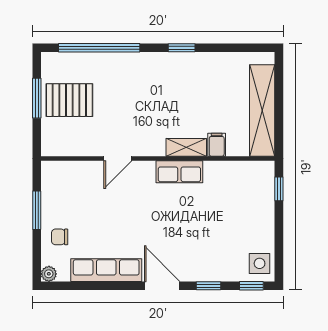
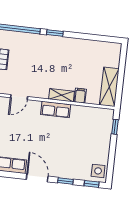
window: (182, 48) -> (55, 33), moved
shelving: (262, 110) -> (109, 87), width x0.68

